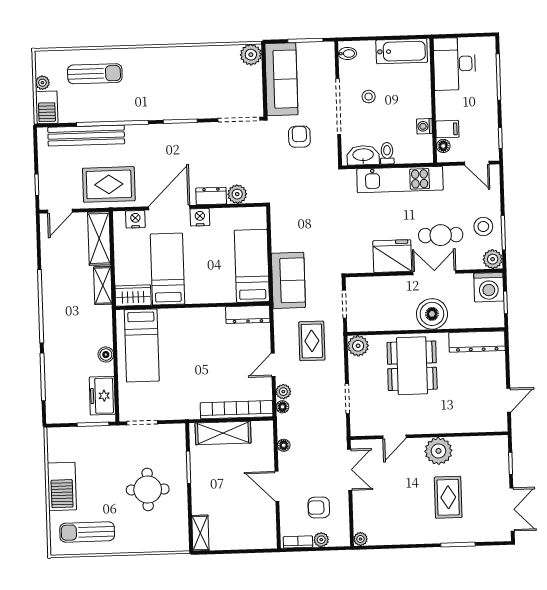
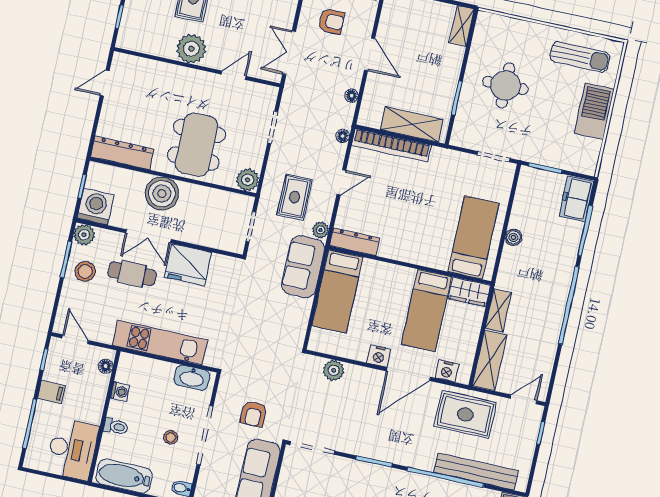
filing cabinet: (447, 129) -> (51, 392), moved, turned 180
toilet: (387, 153) -> (116, 427), moved, turned -90
dresser: (211, 196) -> (361, 375), removed
plant: (283, 392) -> (321, 230), moved
freezer: (102, 396) -> (576, 199), moved, turned 180

